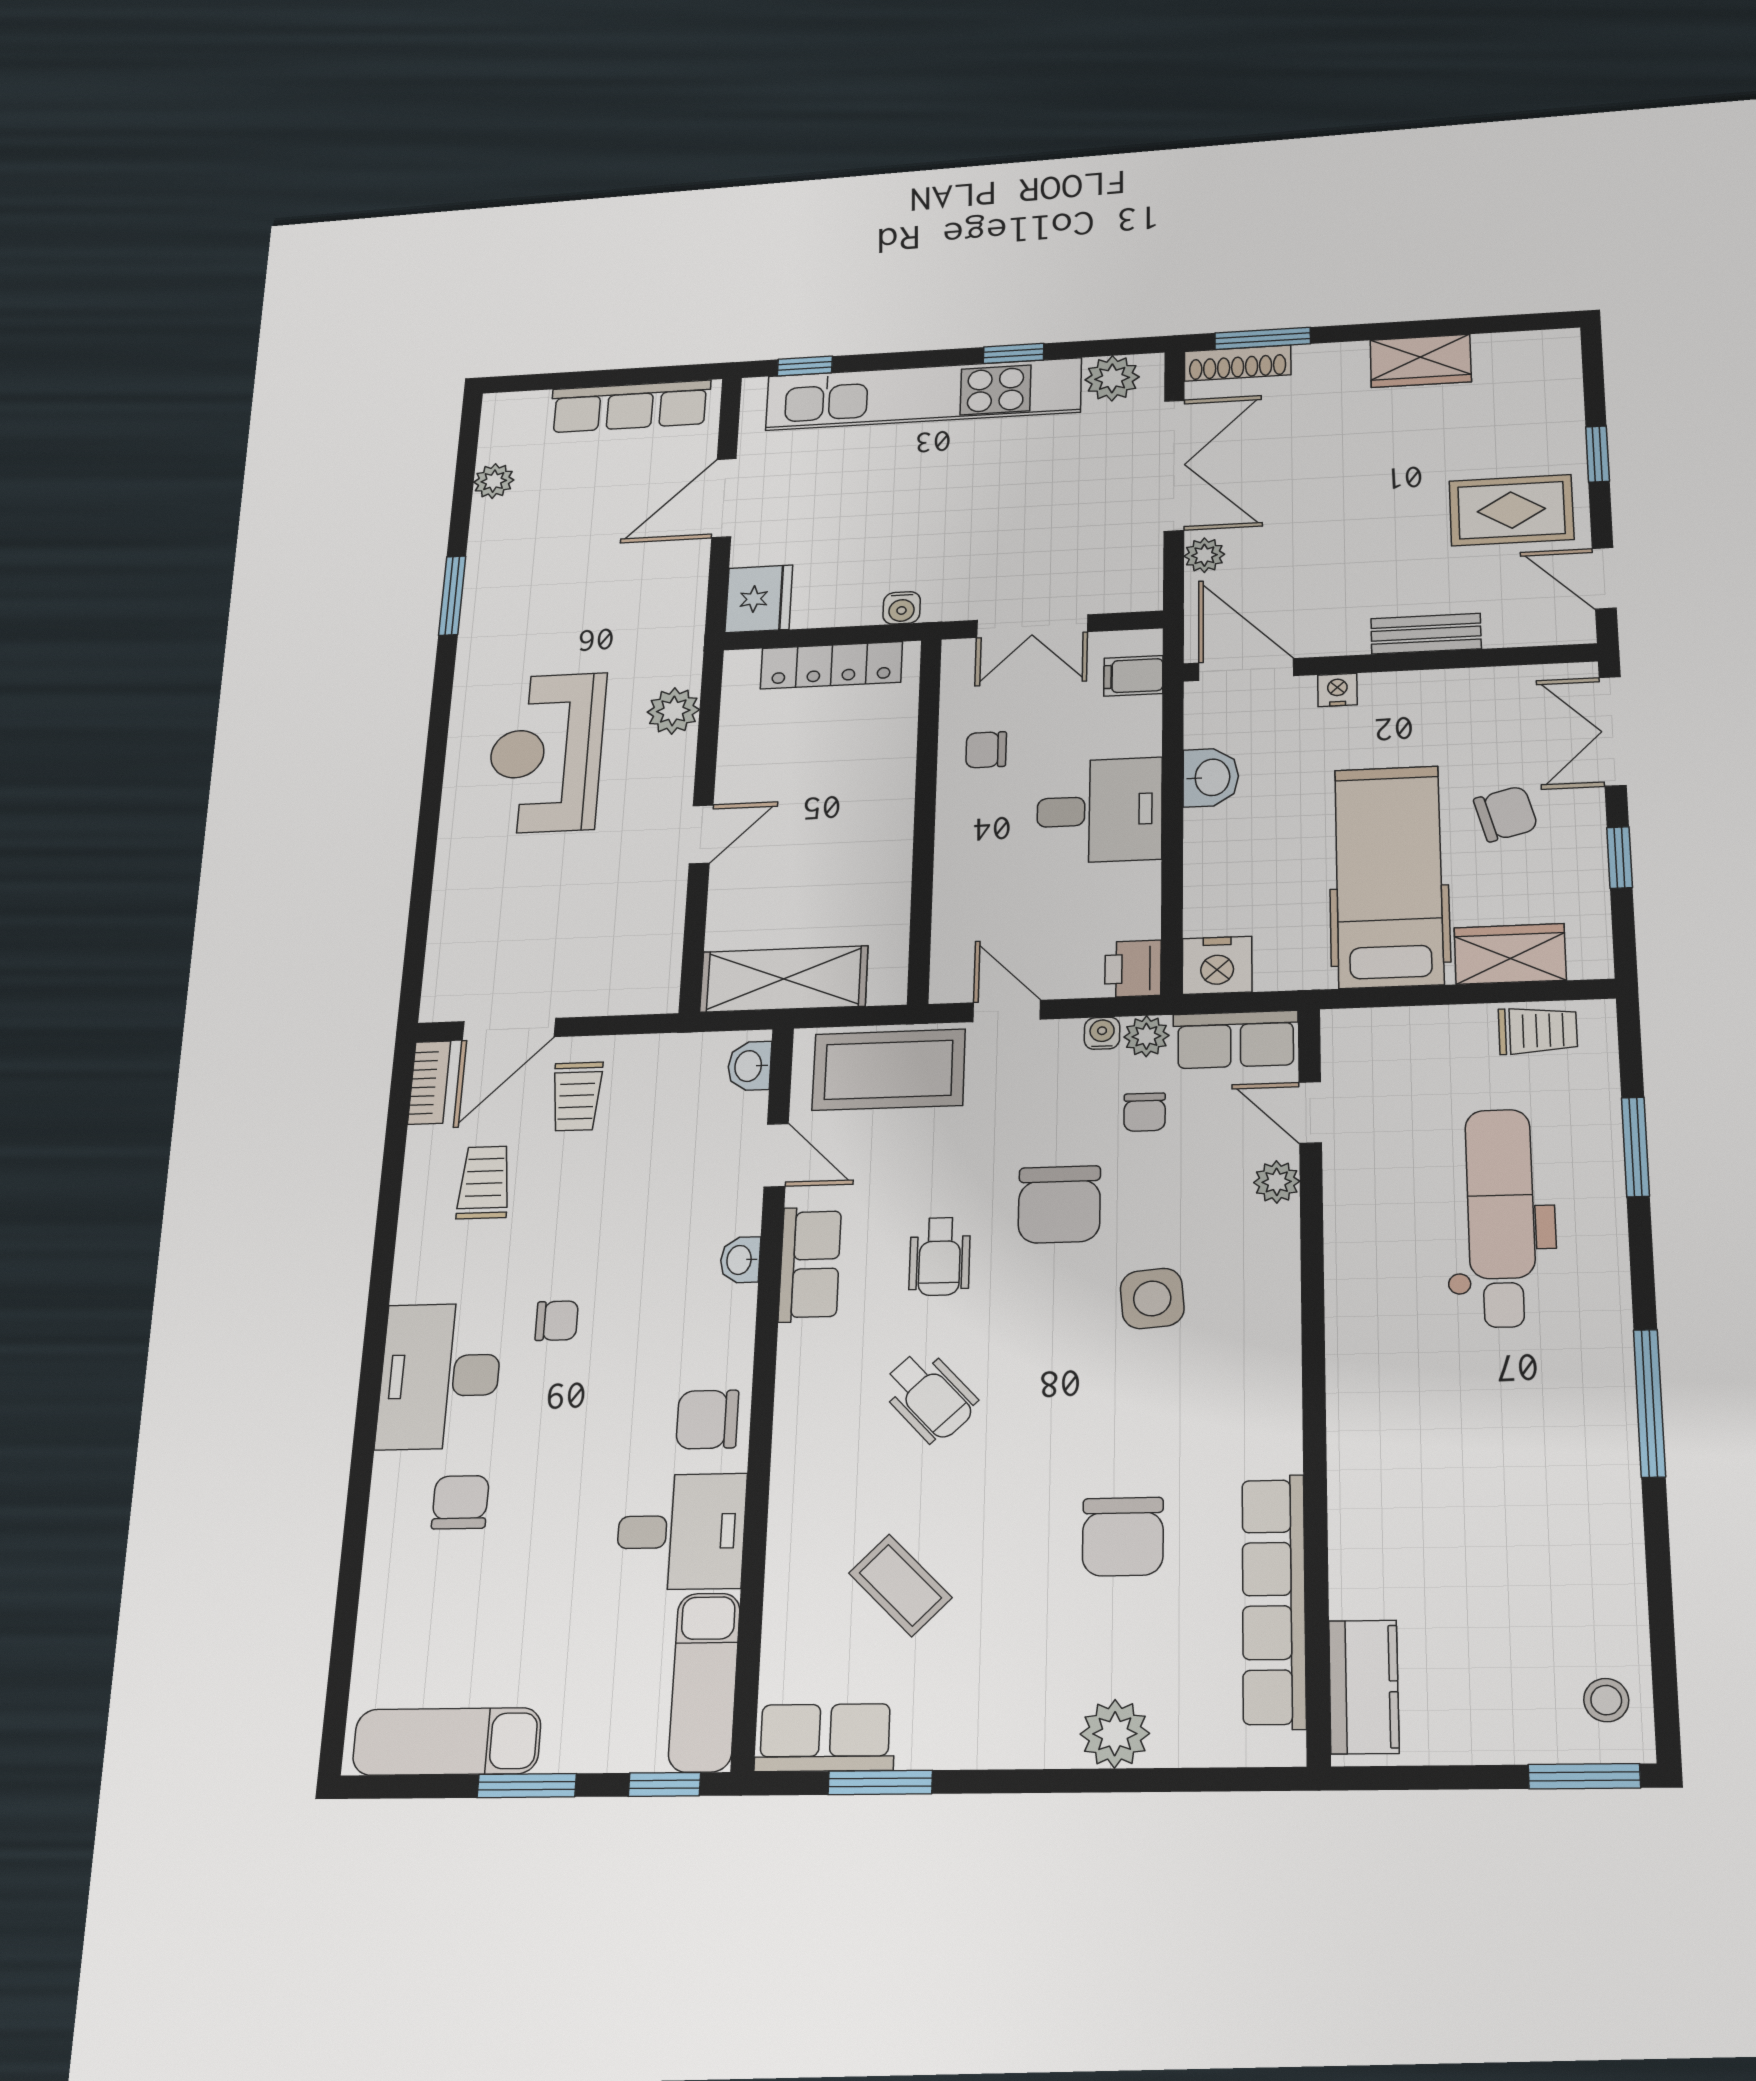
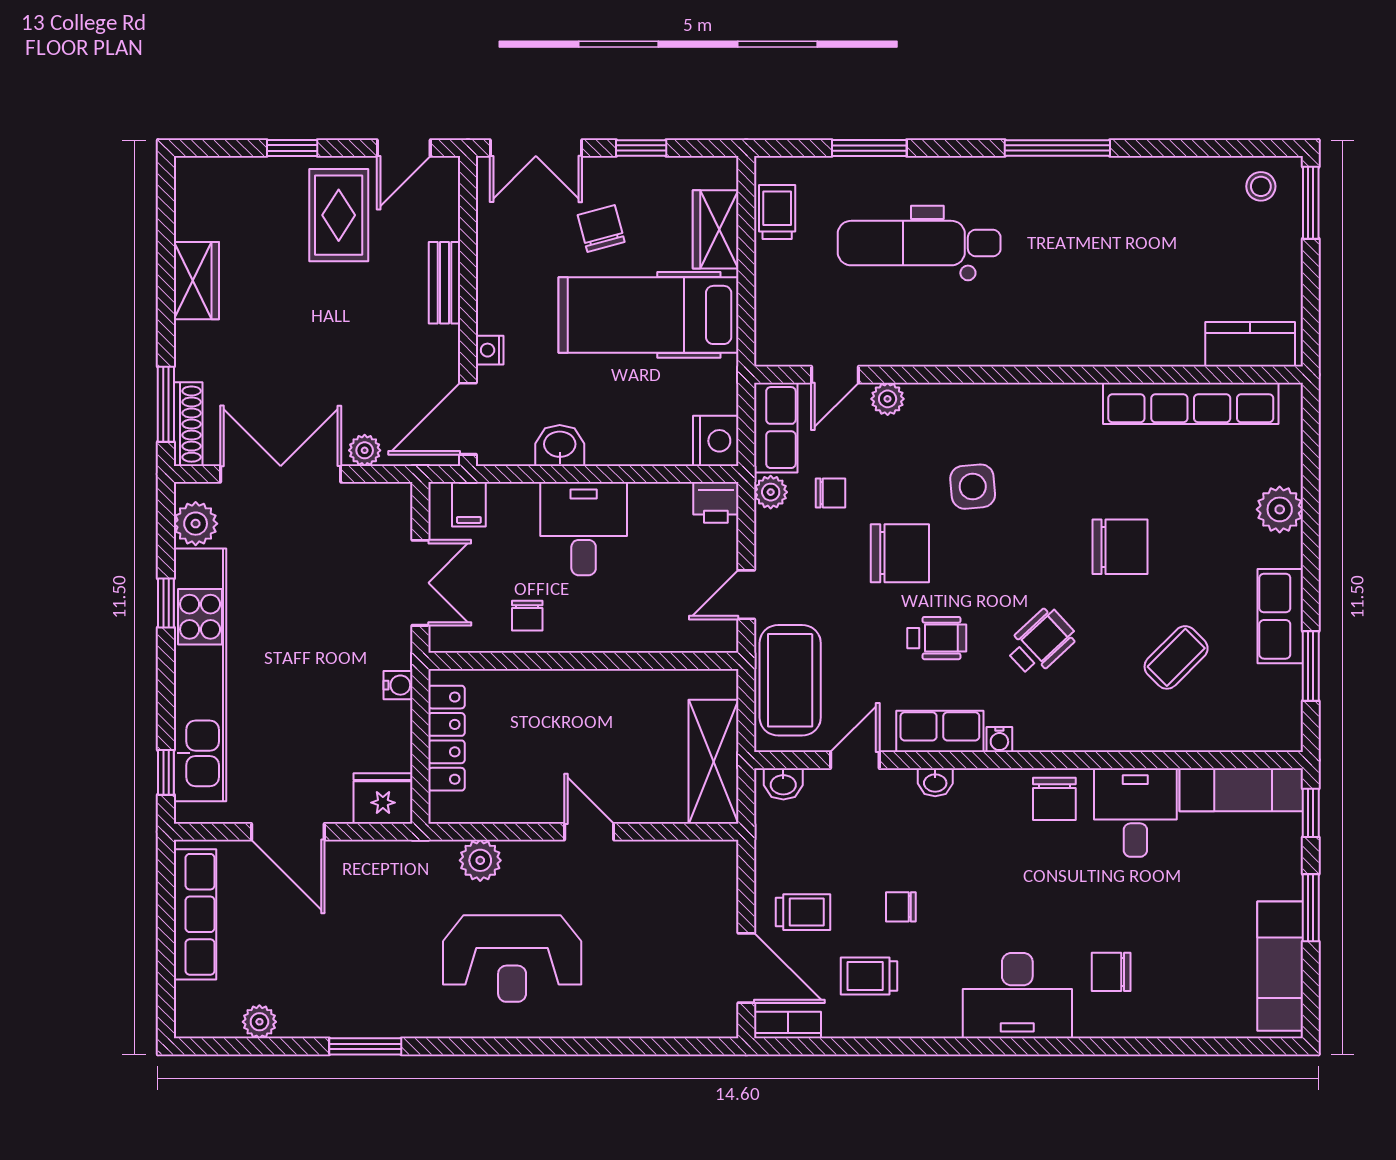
water cooler: (1102, 1033) -> (999, 739), moved, turned -90
chair: (557, 1321) -> (901, 907), moved, turned -90
chair: (1123, 1537) -> (1120, 547), moved
row of seats: (825, 1738) -> (1280, 616), moved

